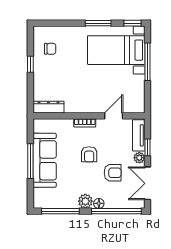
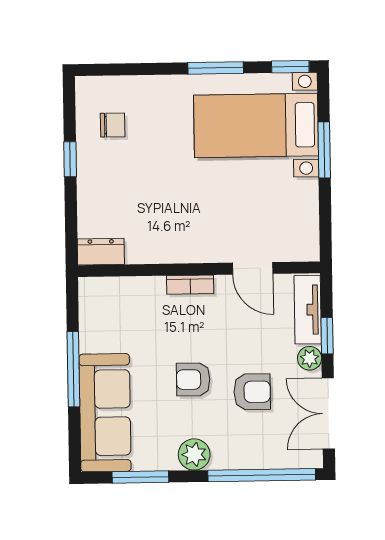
window: (147, 62) -> (324, 150), width x0.69
dresser: (49, 107) -> (101, 252), width x0.70
door: (114, 116) -> (253, 268), swing flipped
armchair: (89, 154) -> (193, 379), moved, turned 90
sofa: (45, 160) -> (105, 413), moved
floor lamp: (99, 203) -> (223, 459), removed
window: (60, 211) -> (140, 477), width x0.69

